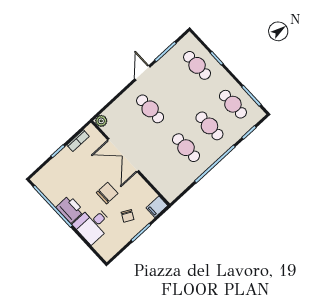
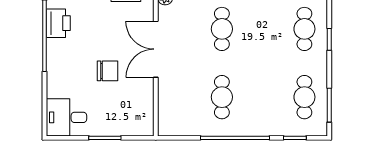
cafe table: (209, 126) -> (263, 97), removed
filing cabinet: (157, 207) -> (143, 127), removed
printer: (70, 209) -> (58, 23), moved
chair: (128, 216) -> (107, 110), removed
desk: (93, 225) -> (66, 117), moved

